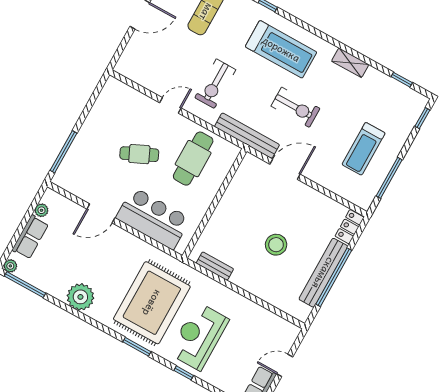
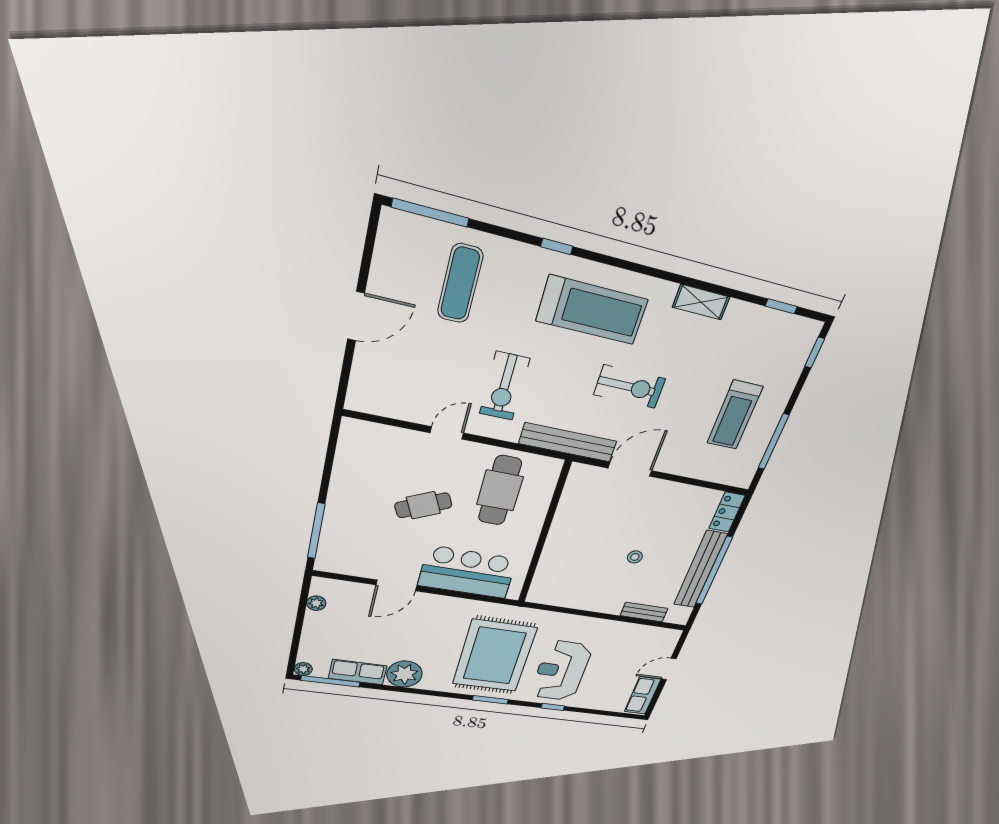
row of seats: (30, 237) -> (358, 672), moved, turned -90
stool: (276, 245) -> (635, 557), width x0.53, depth x0.53
bench: (215, 266) -> (644, 612), moved

